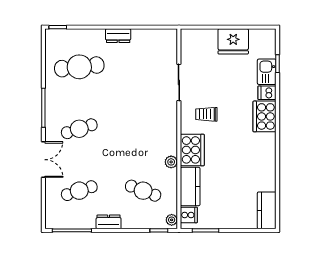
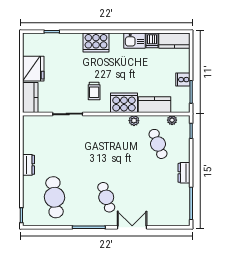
kitchen counter: (199, 38) -> (30, 97), added
kitchen sink: (267, 72) -> (134, 41), moved
dishwasher: (267, 93) -> (152, 40), moved
cafe table: (79, 191) -> (158, 197), removed
cafe table: (143, 191) -> (158, 144), turned -42
cooker: (189, 215) -> (183, 80), moved, turned -90
plant: (172, 220) -> (172, 120), moved

